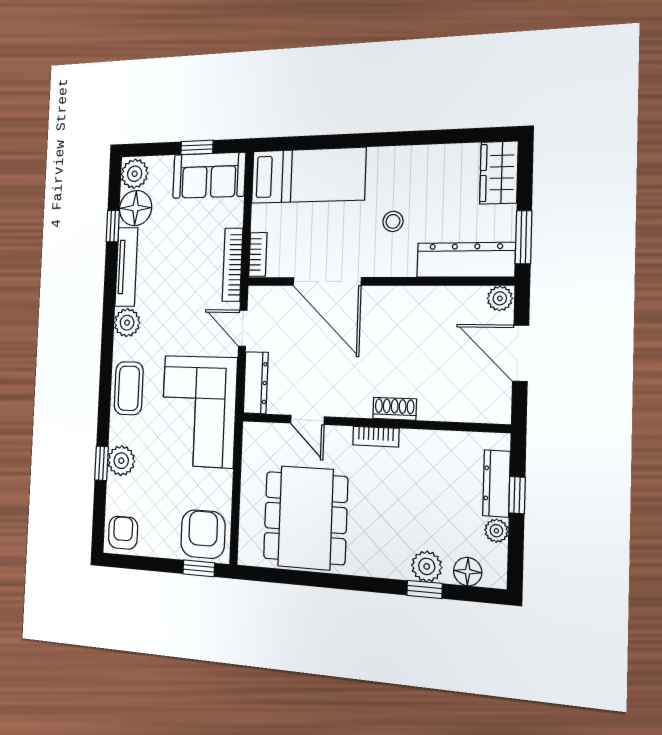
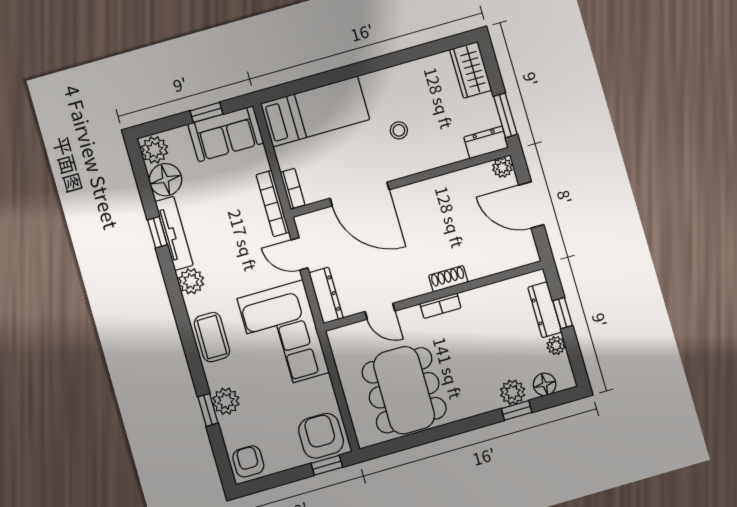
window: (113, 226) -> (157, 232), moved
dresser: (466, 260) -> (486, 142), width x0.51, depth x0.80

